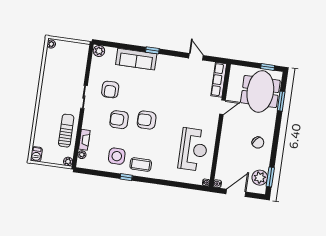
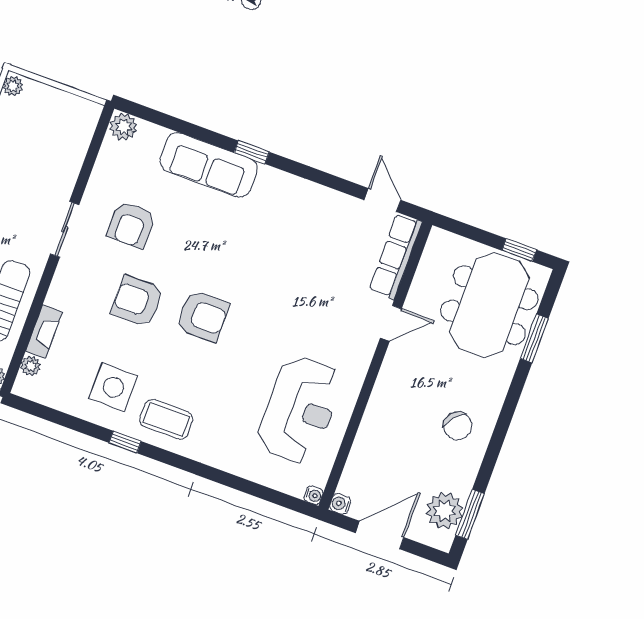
door: (196, 57) -> (382, 200), moved
armchair: (147, 120) -> (203, 316), turned 180

